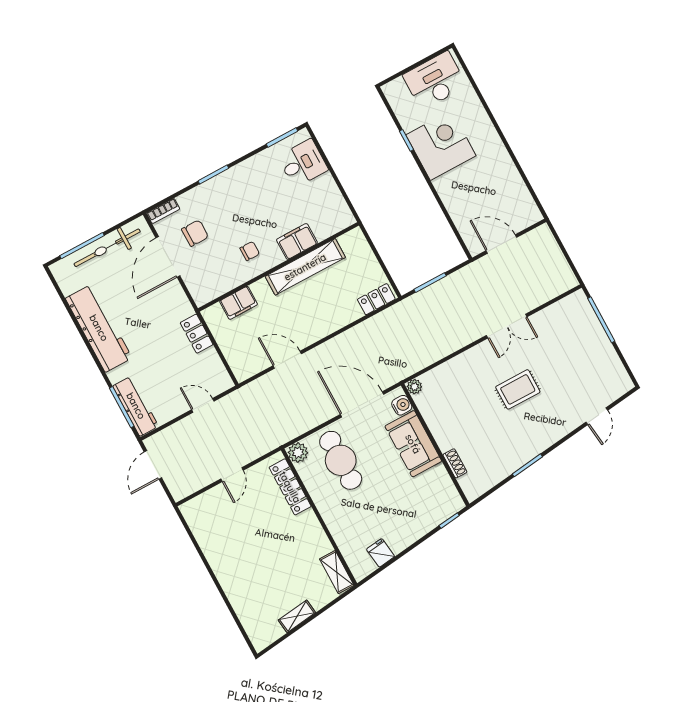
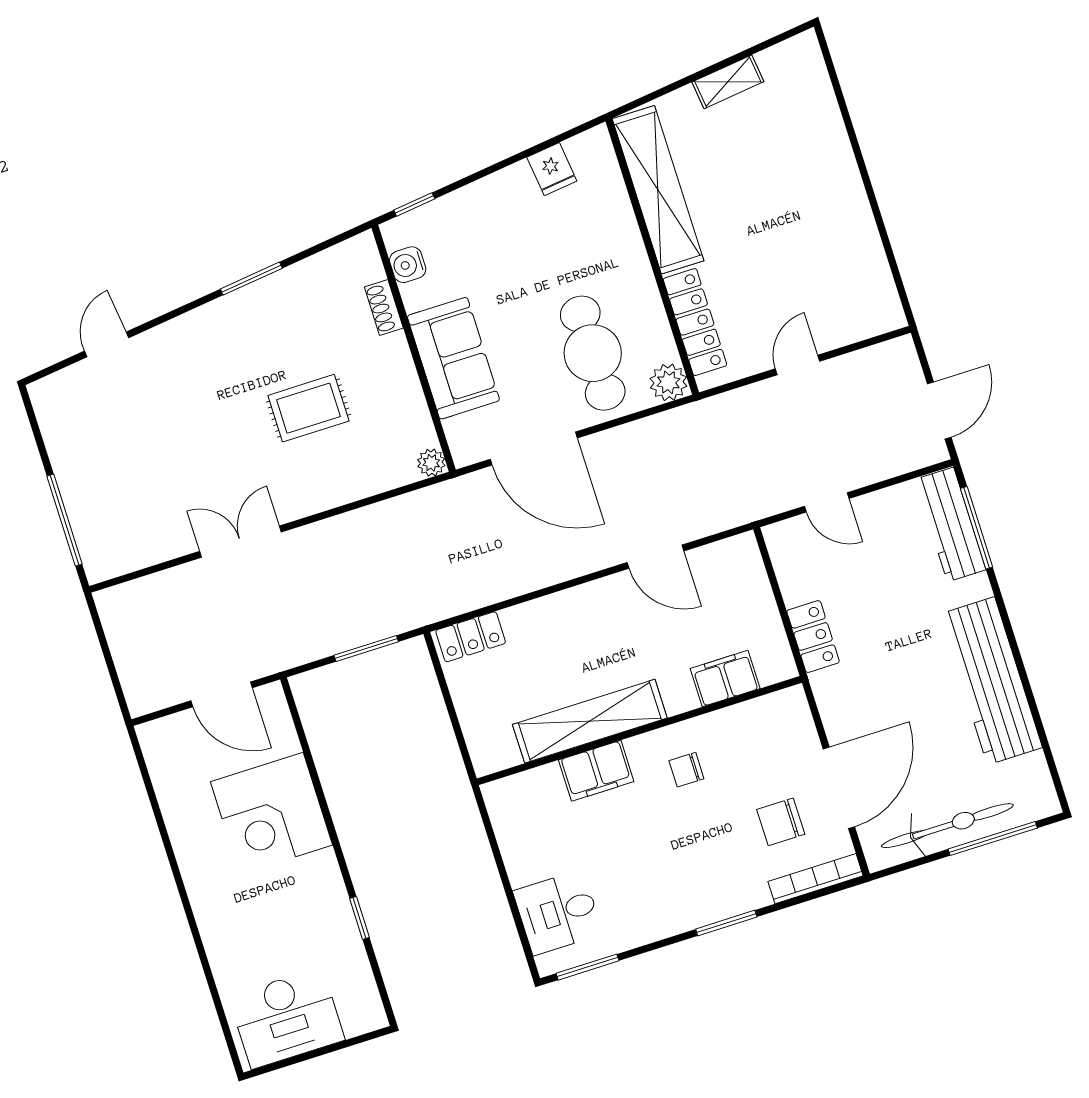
corner desk: (441, 145) -> (271, 813), moved
bookcase: (163, 211) -> (816, 879), width x1.56
rug: (518, 389) -> (308, 408), moved
water cooler: (402, 405) -> (408, 265), moved
shelving: (337, 572) -> (658, 190), width x2.20, depth x1.33

